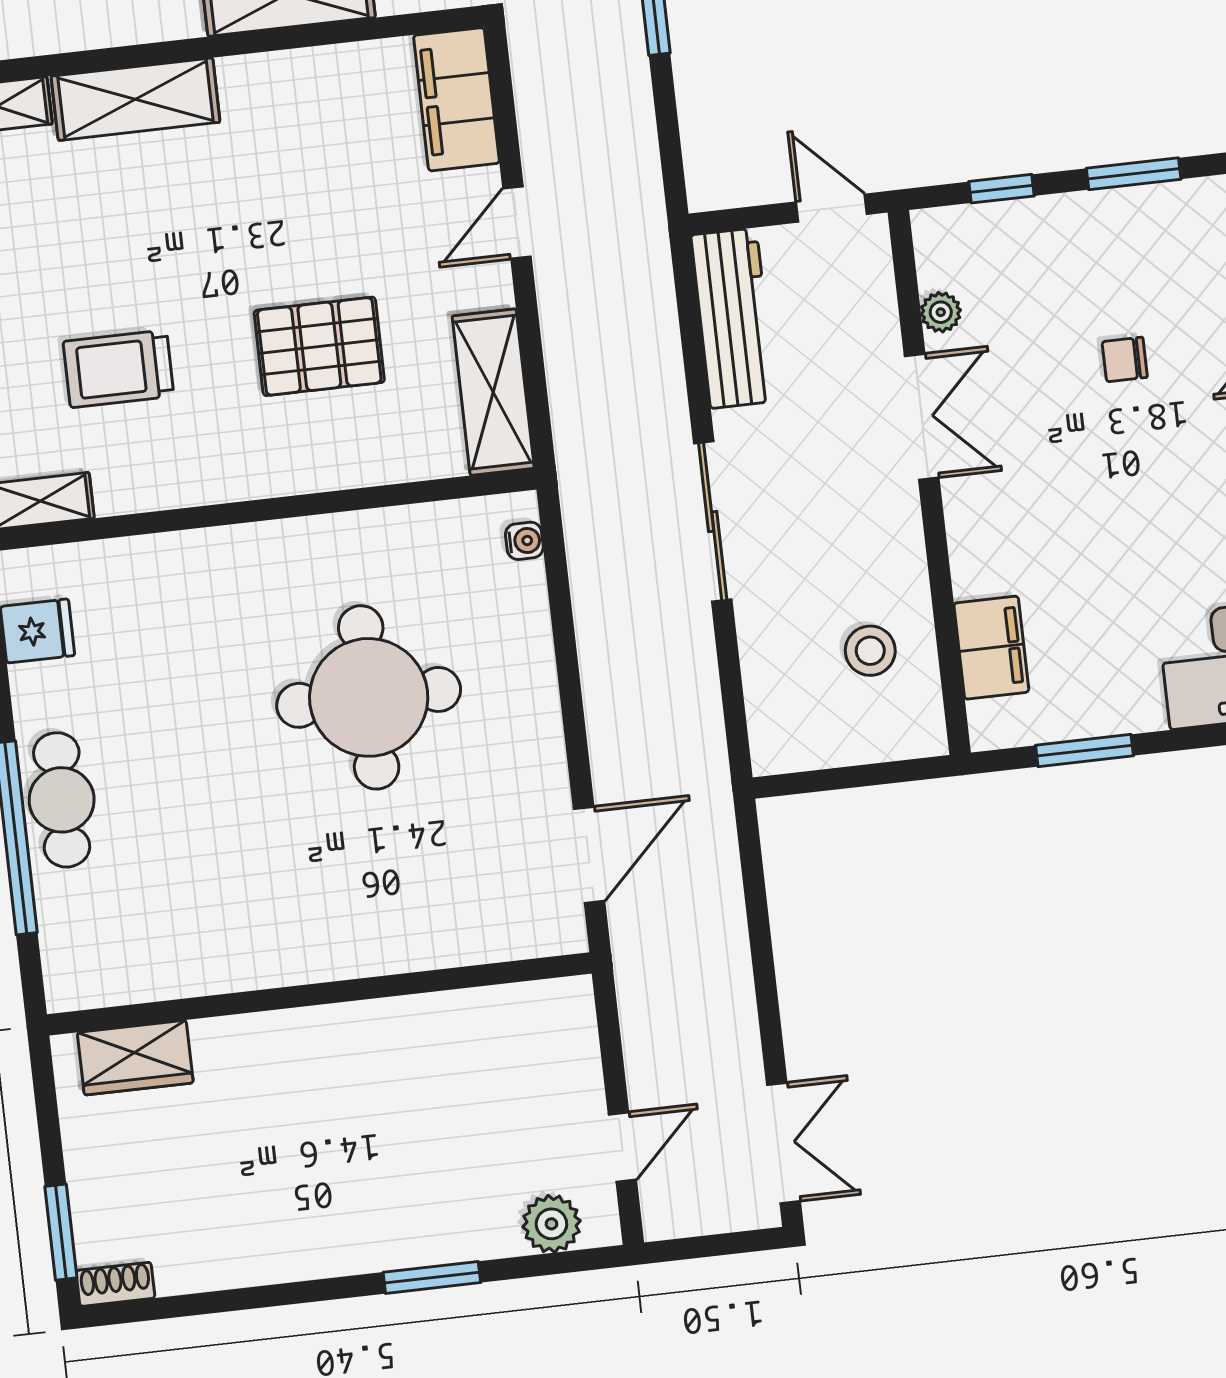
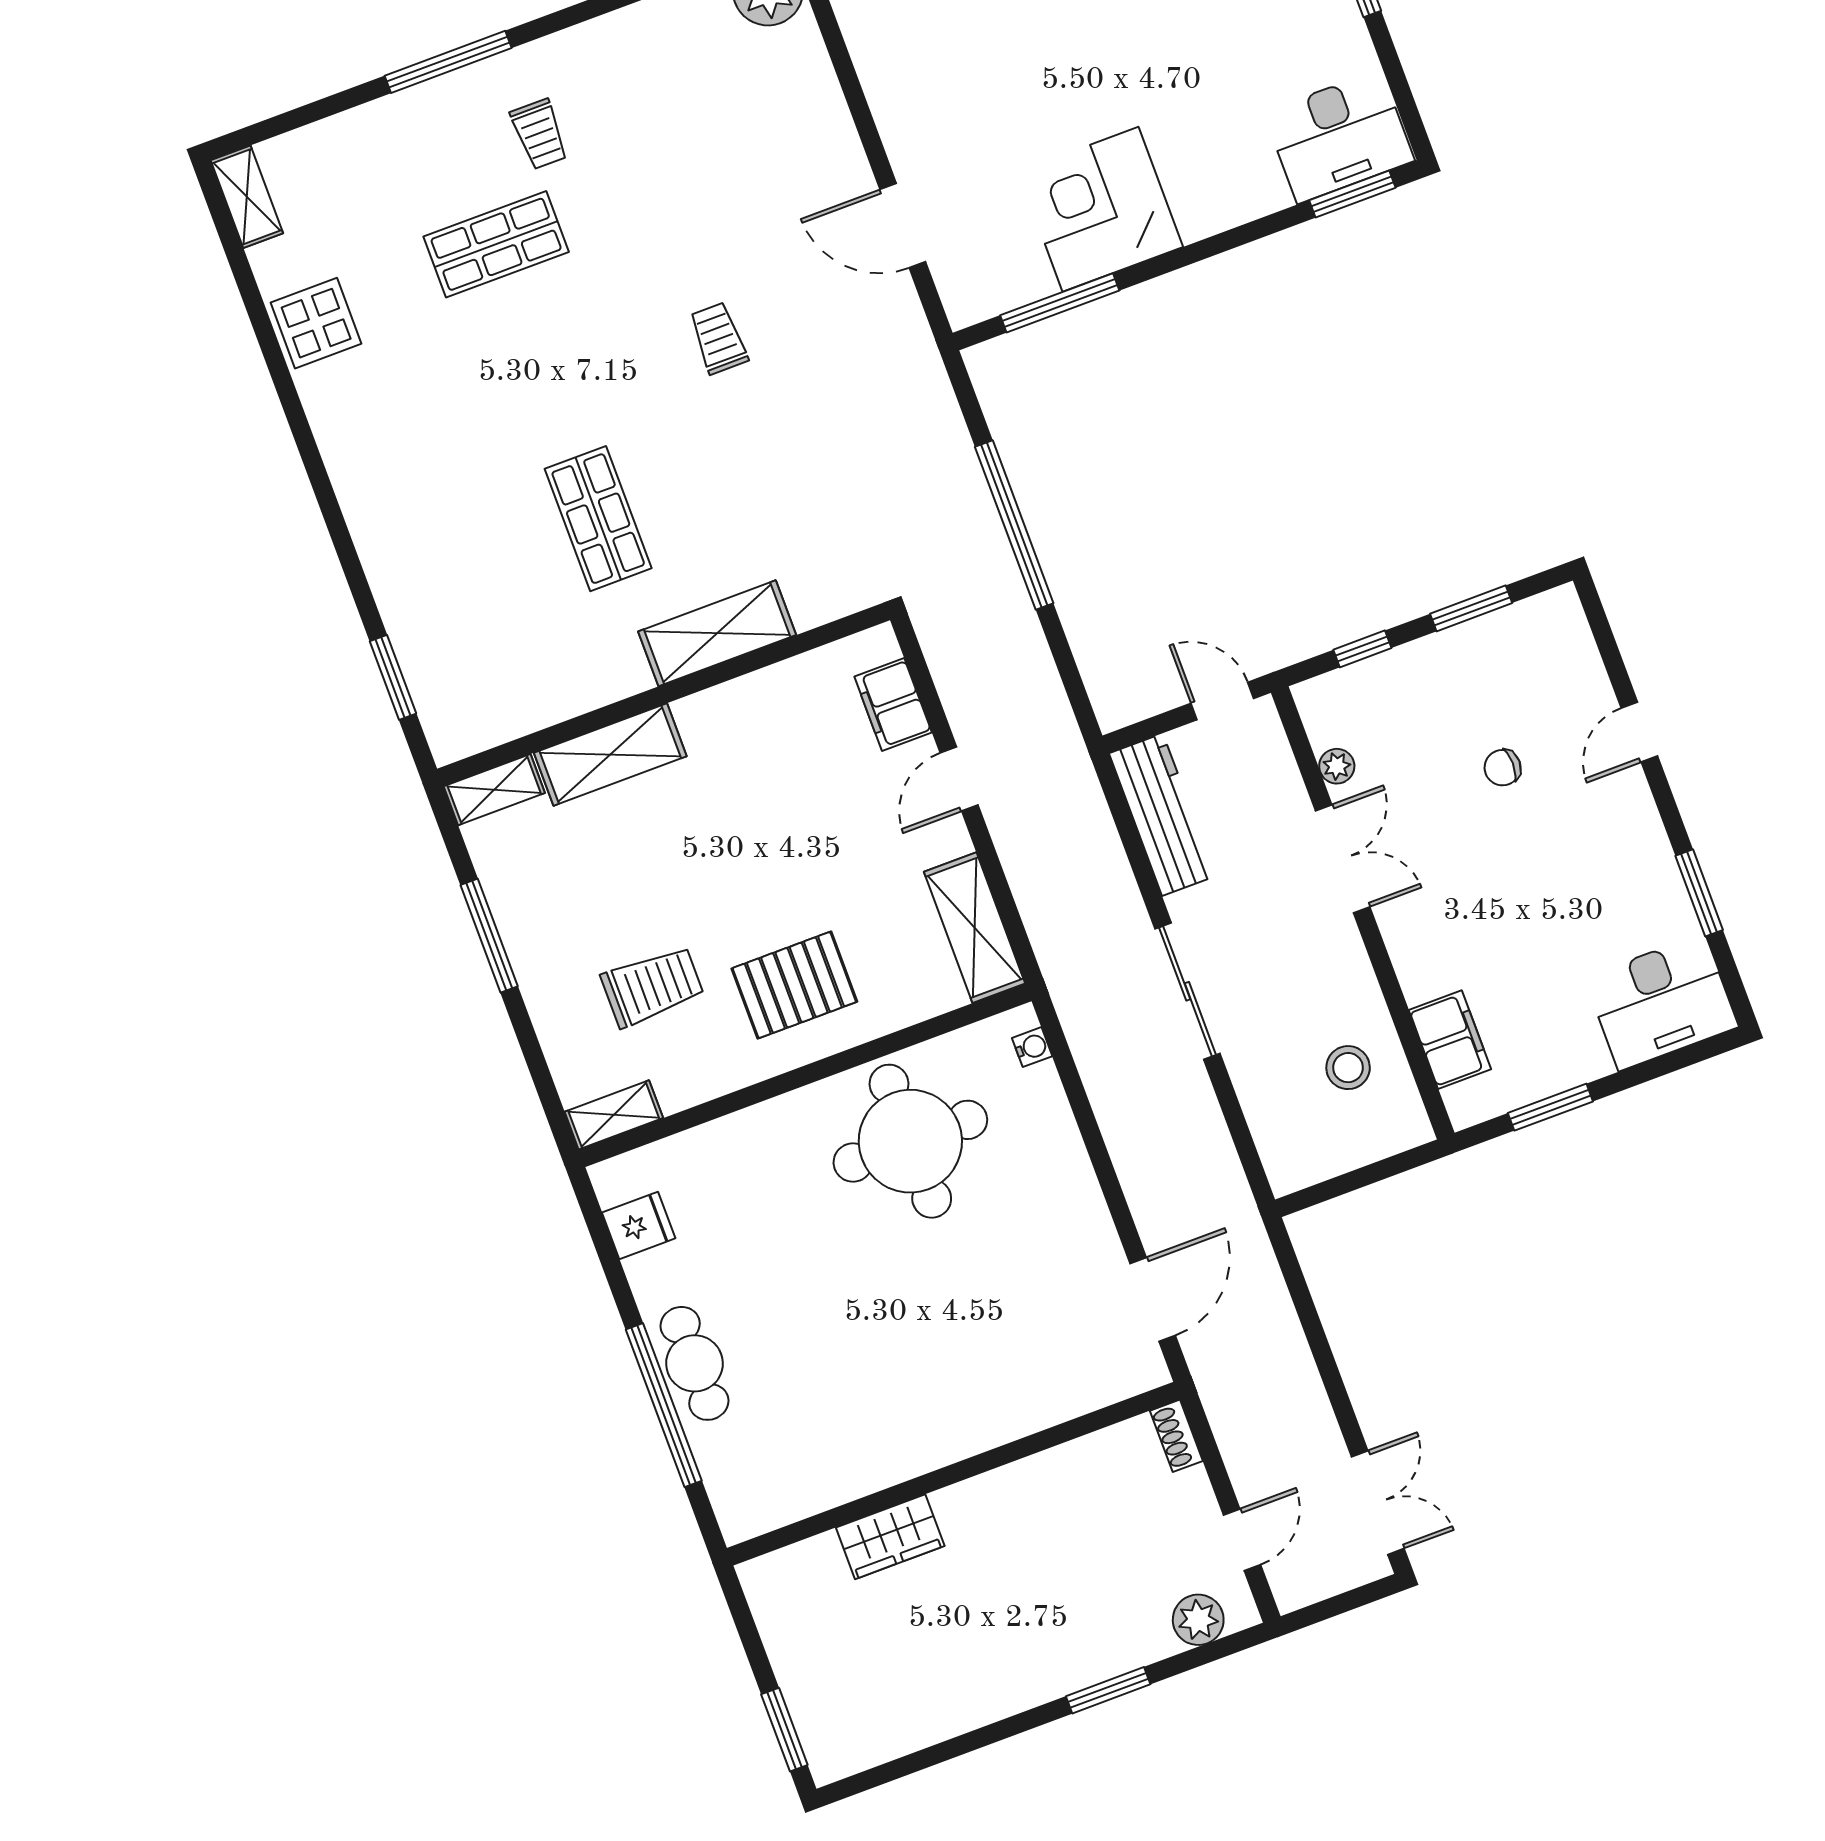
filing cabinet: (456, 99) -> (893, 704), width x0.67, depth x0.86
pallet: (319, 346) -> (794, 985), moved
trolley: (119, 369) -> (652, 986), turned 180
round table: (369, 697) -> (910, 1141), moved
wardrobe: (135, 1058) -> (890, 1537), moved
shoe rack: (115, 1284) -> (1176, 1436), moved, turned -90

